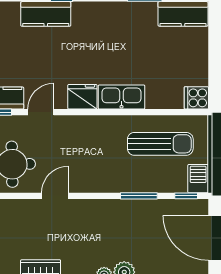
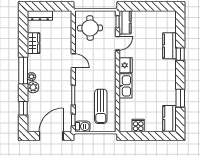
cooker: (196, 98) -> (138, 125), moved
door: (41, 112) -> (118, 43), hinge flipped
door: (55, 196) -> (73, 61), moved

